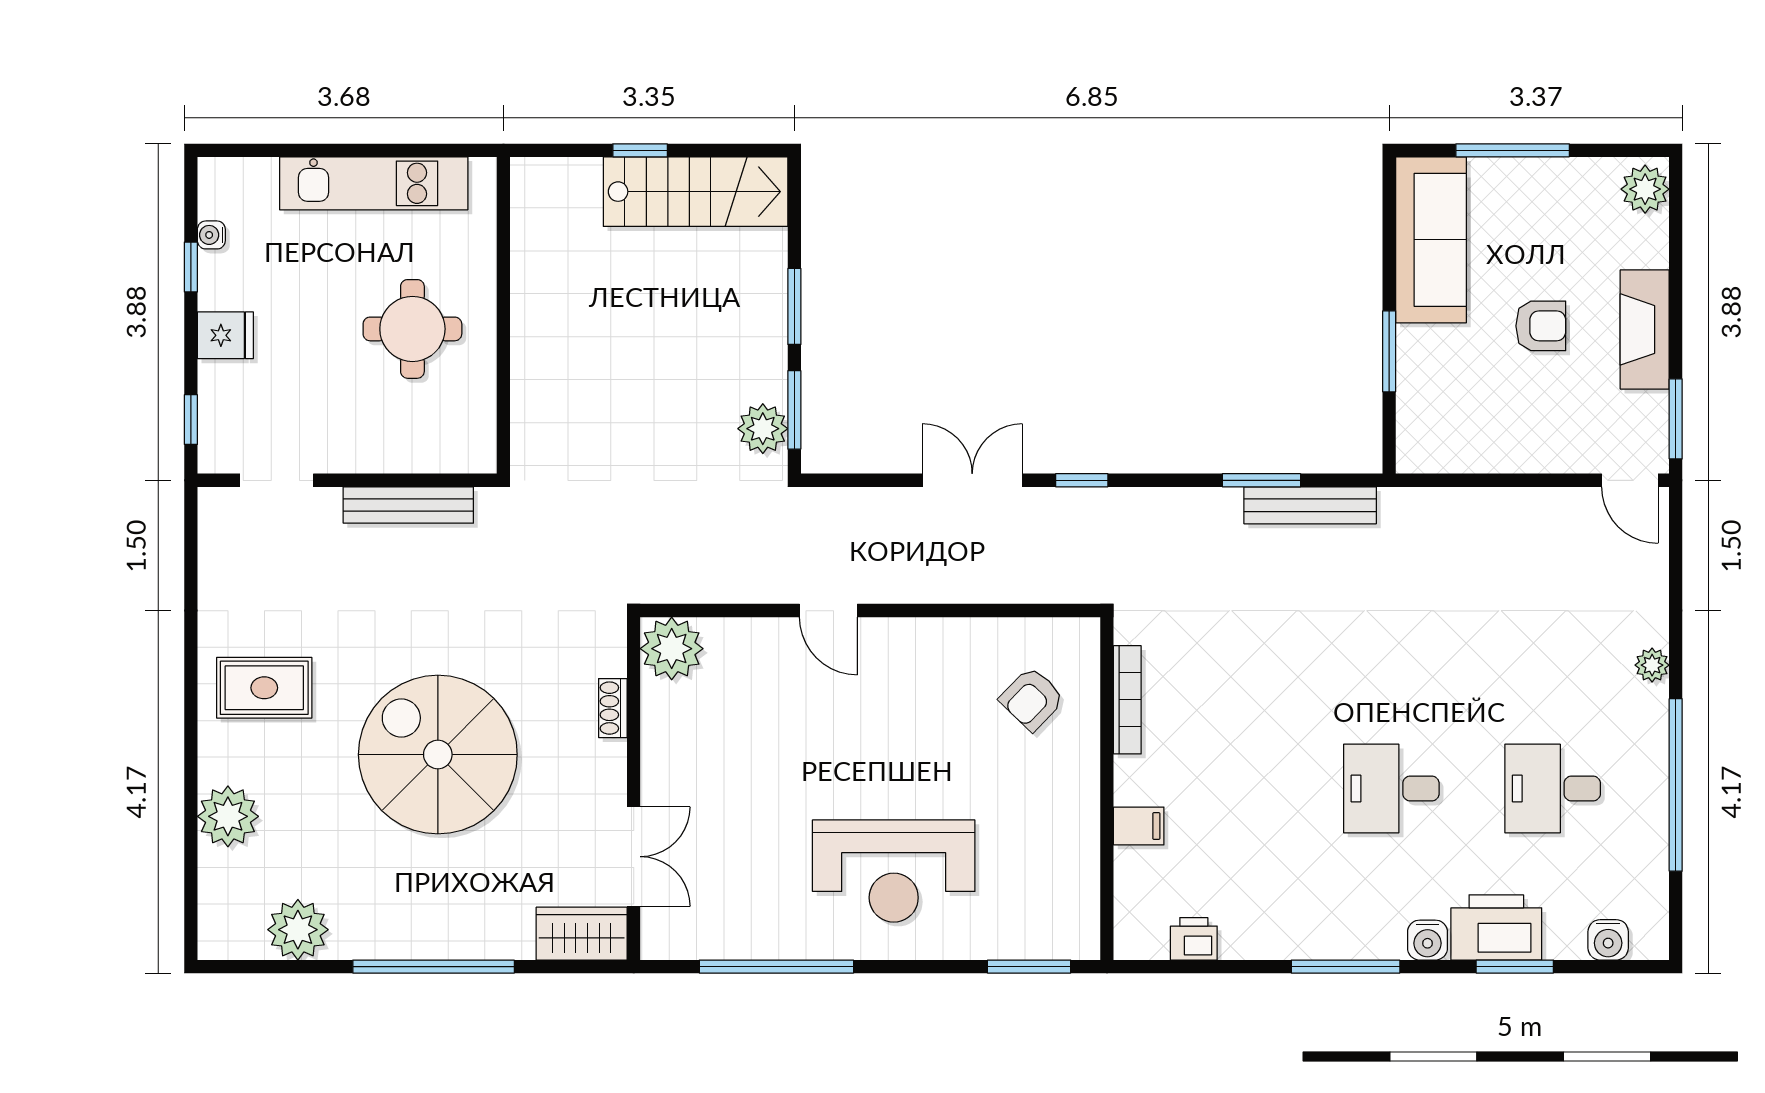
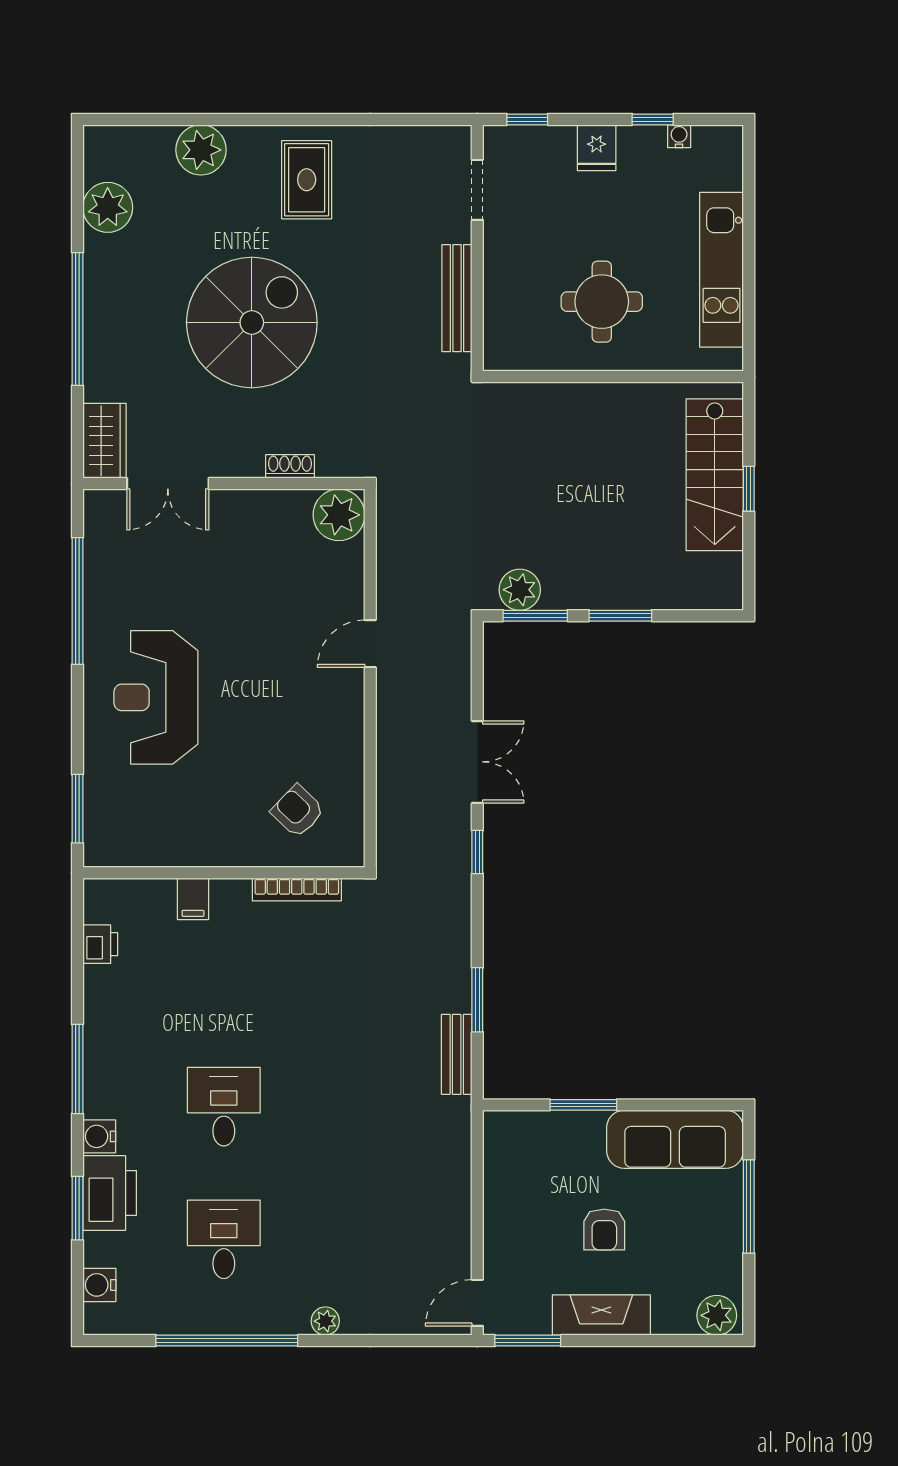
stairs: (696, 192) -> (715, 475), moved
bench: (1310, 505) -> (457, 1054), width x0.73

